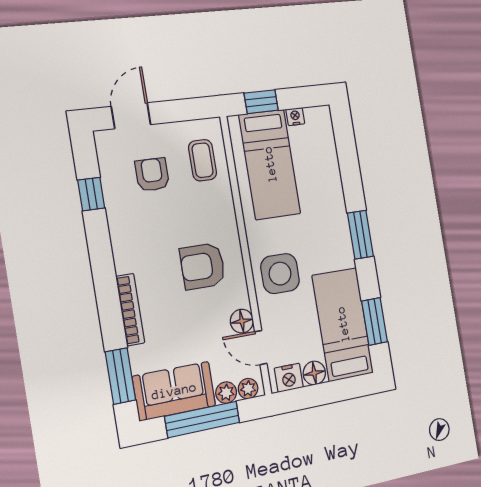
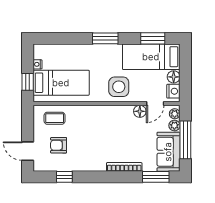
armchair: (203, 266) -> (109, 127), removed

